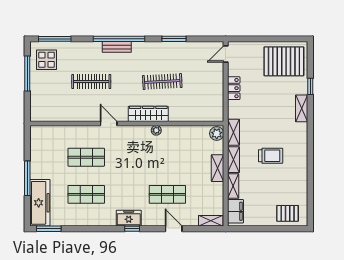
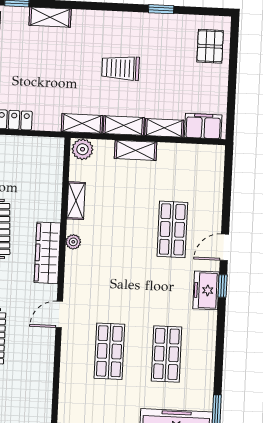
trolley: (271, 156) -> (120, 68), turned -90
window: (310, 180) -> (161, 9), added
shelving: (211, 221) -> (76, 201), moved
door: (174, 229) -> (224, 247), moved

